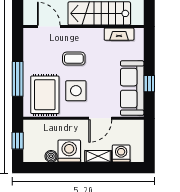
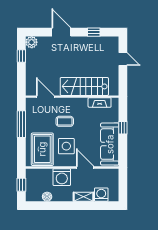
window: (18, 79) -> (21, 124), moved
window: (149, 84) -> (123, 128), moved
door: (100, 118) -> (85, 167), swing flipped
washing machine: (69, 151) -> (62, 177), moved, turned 180

